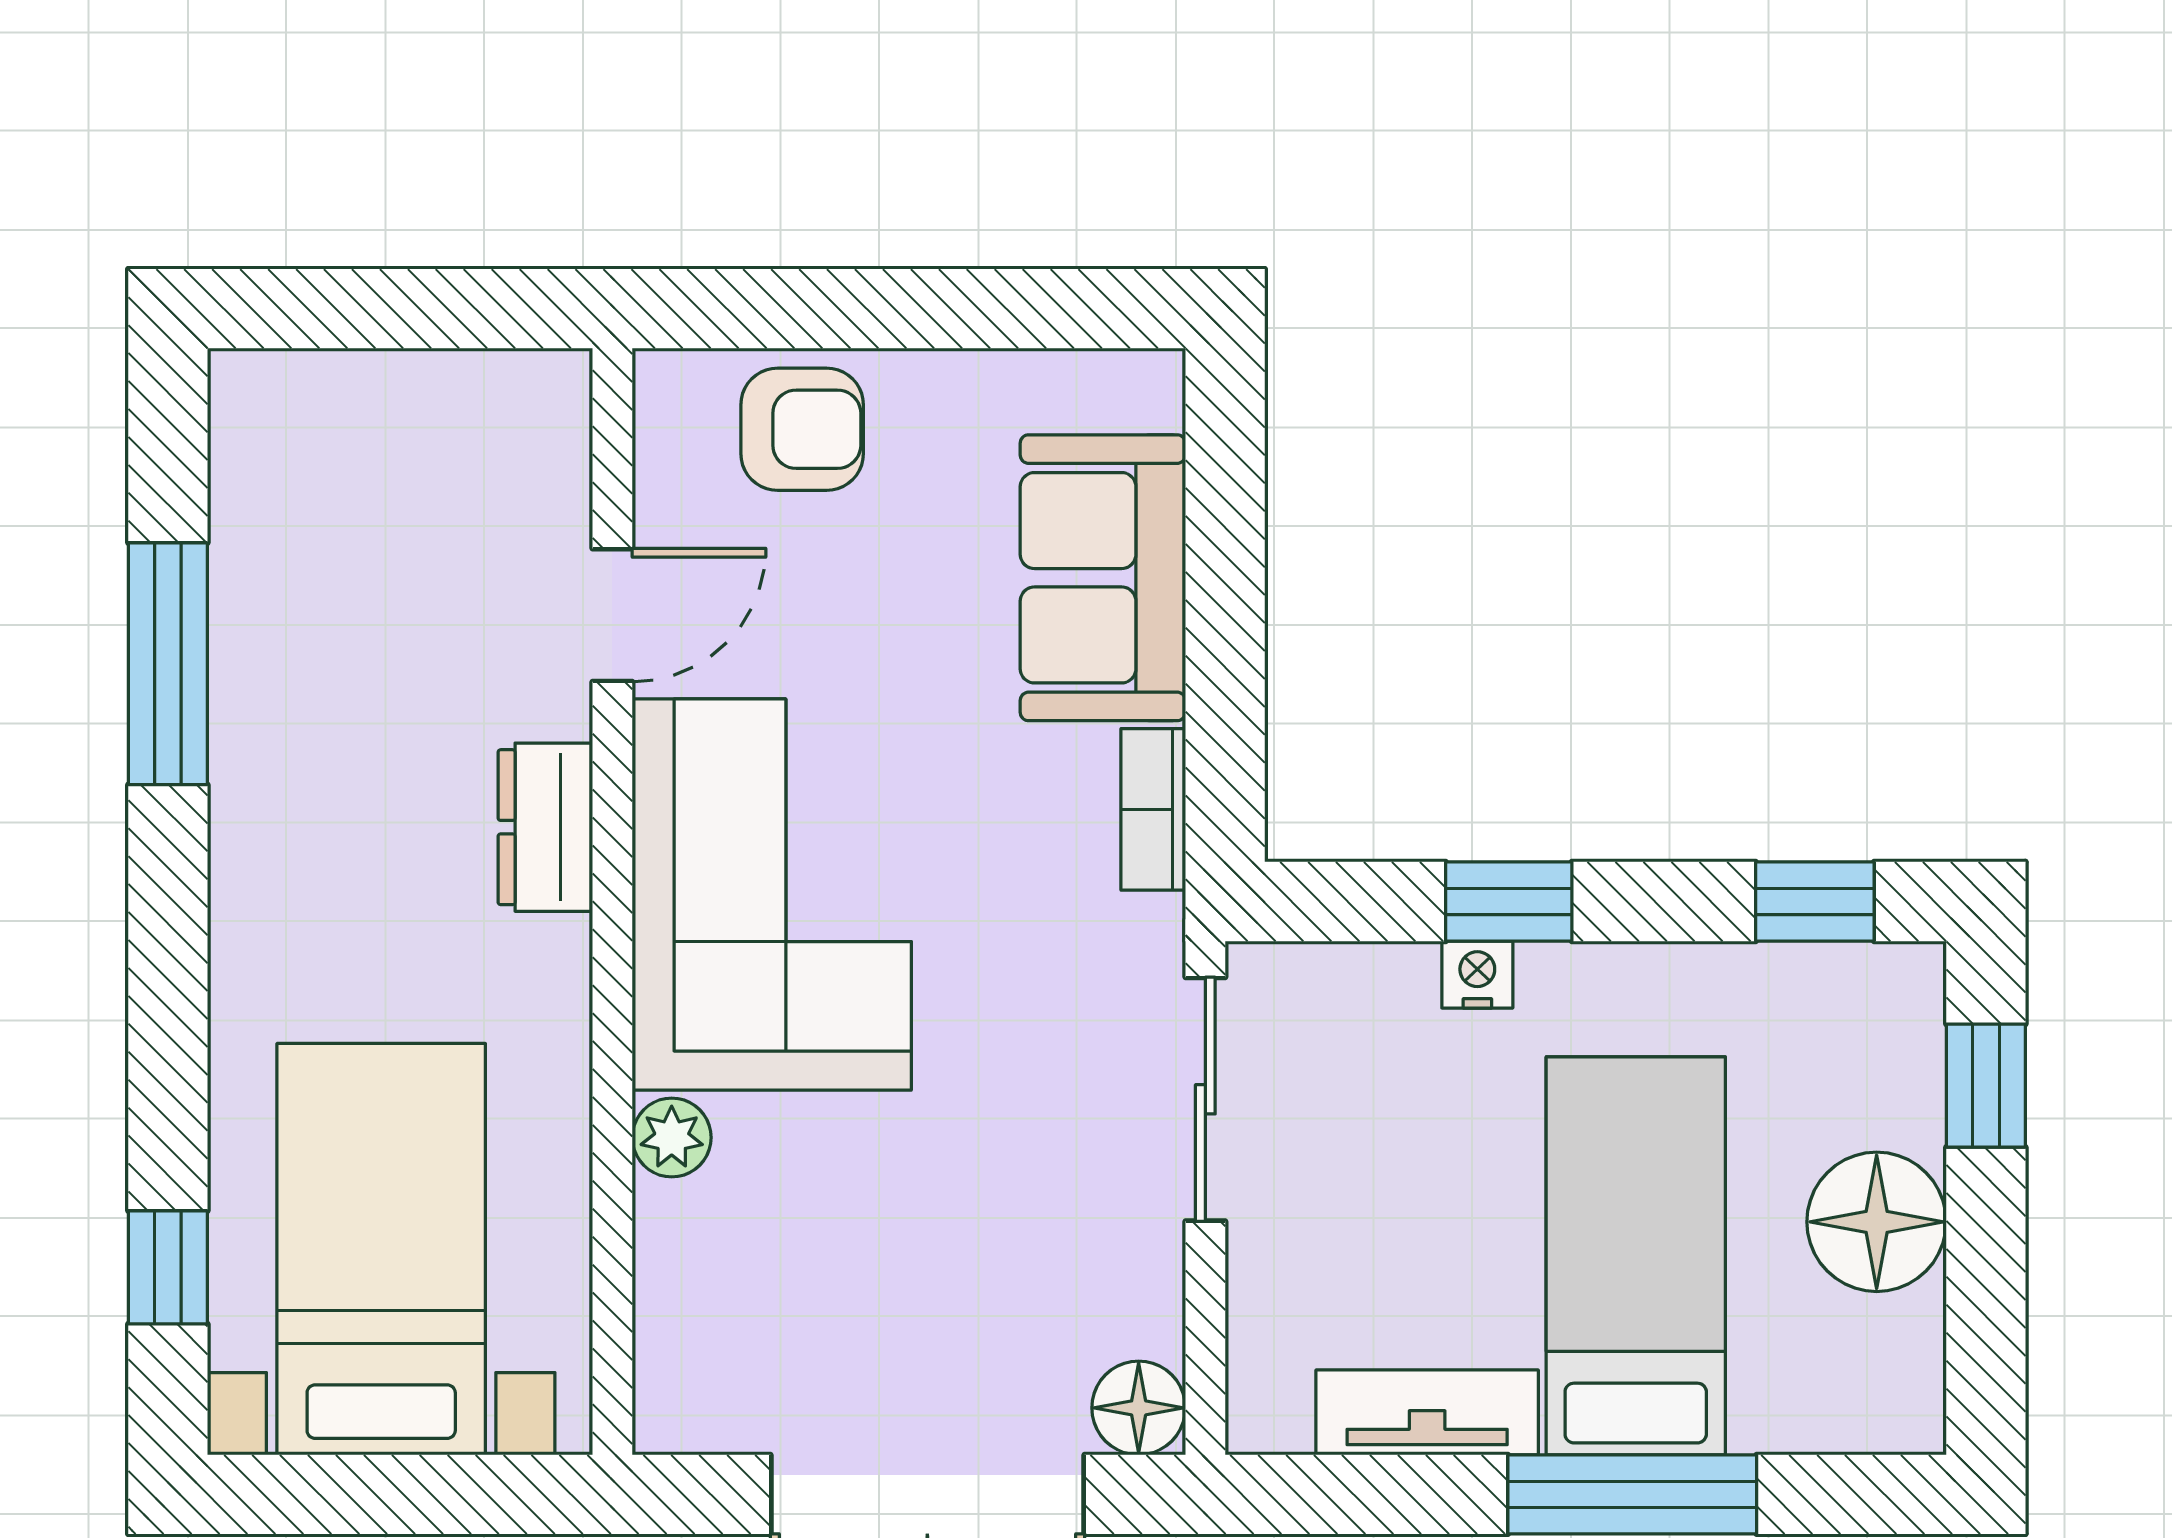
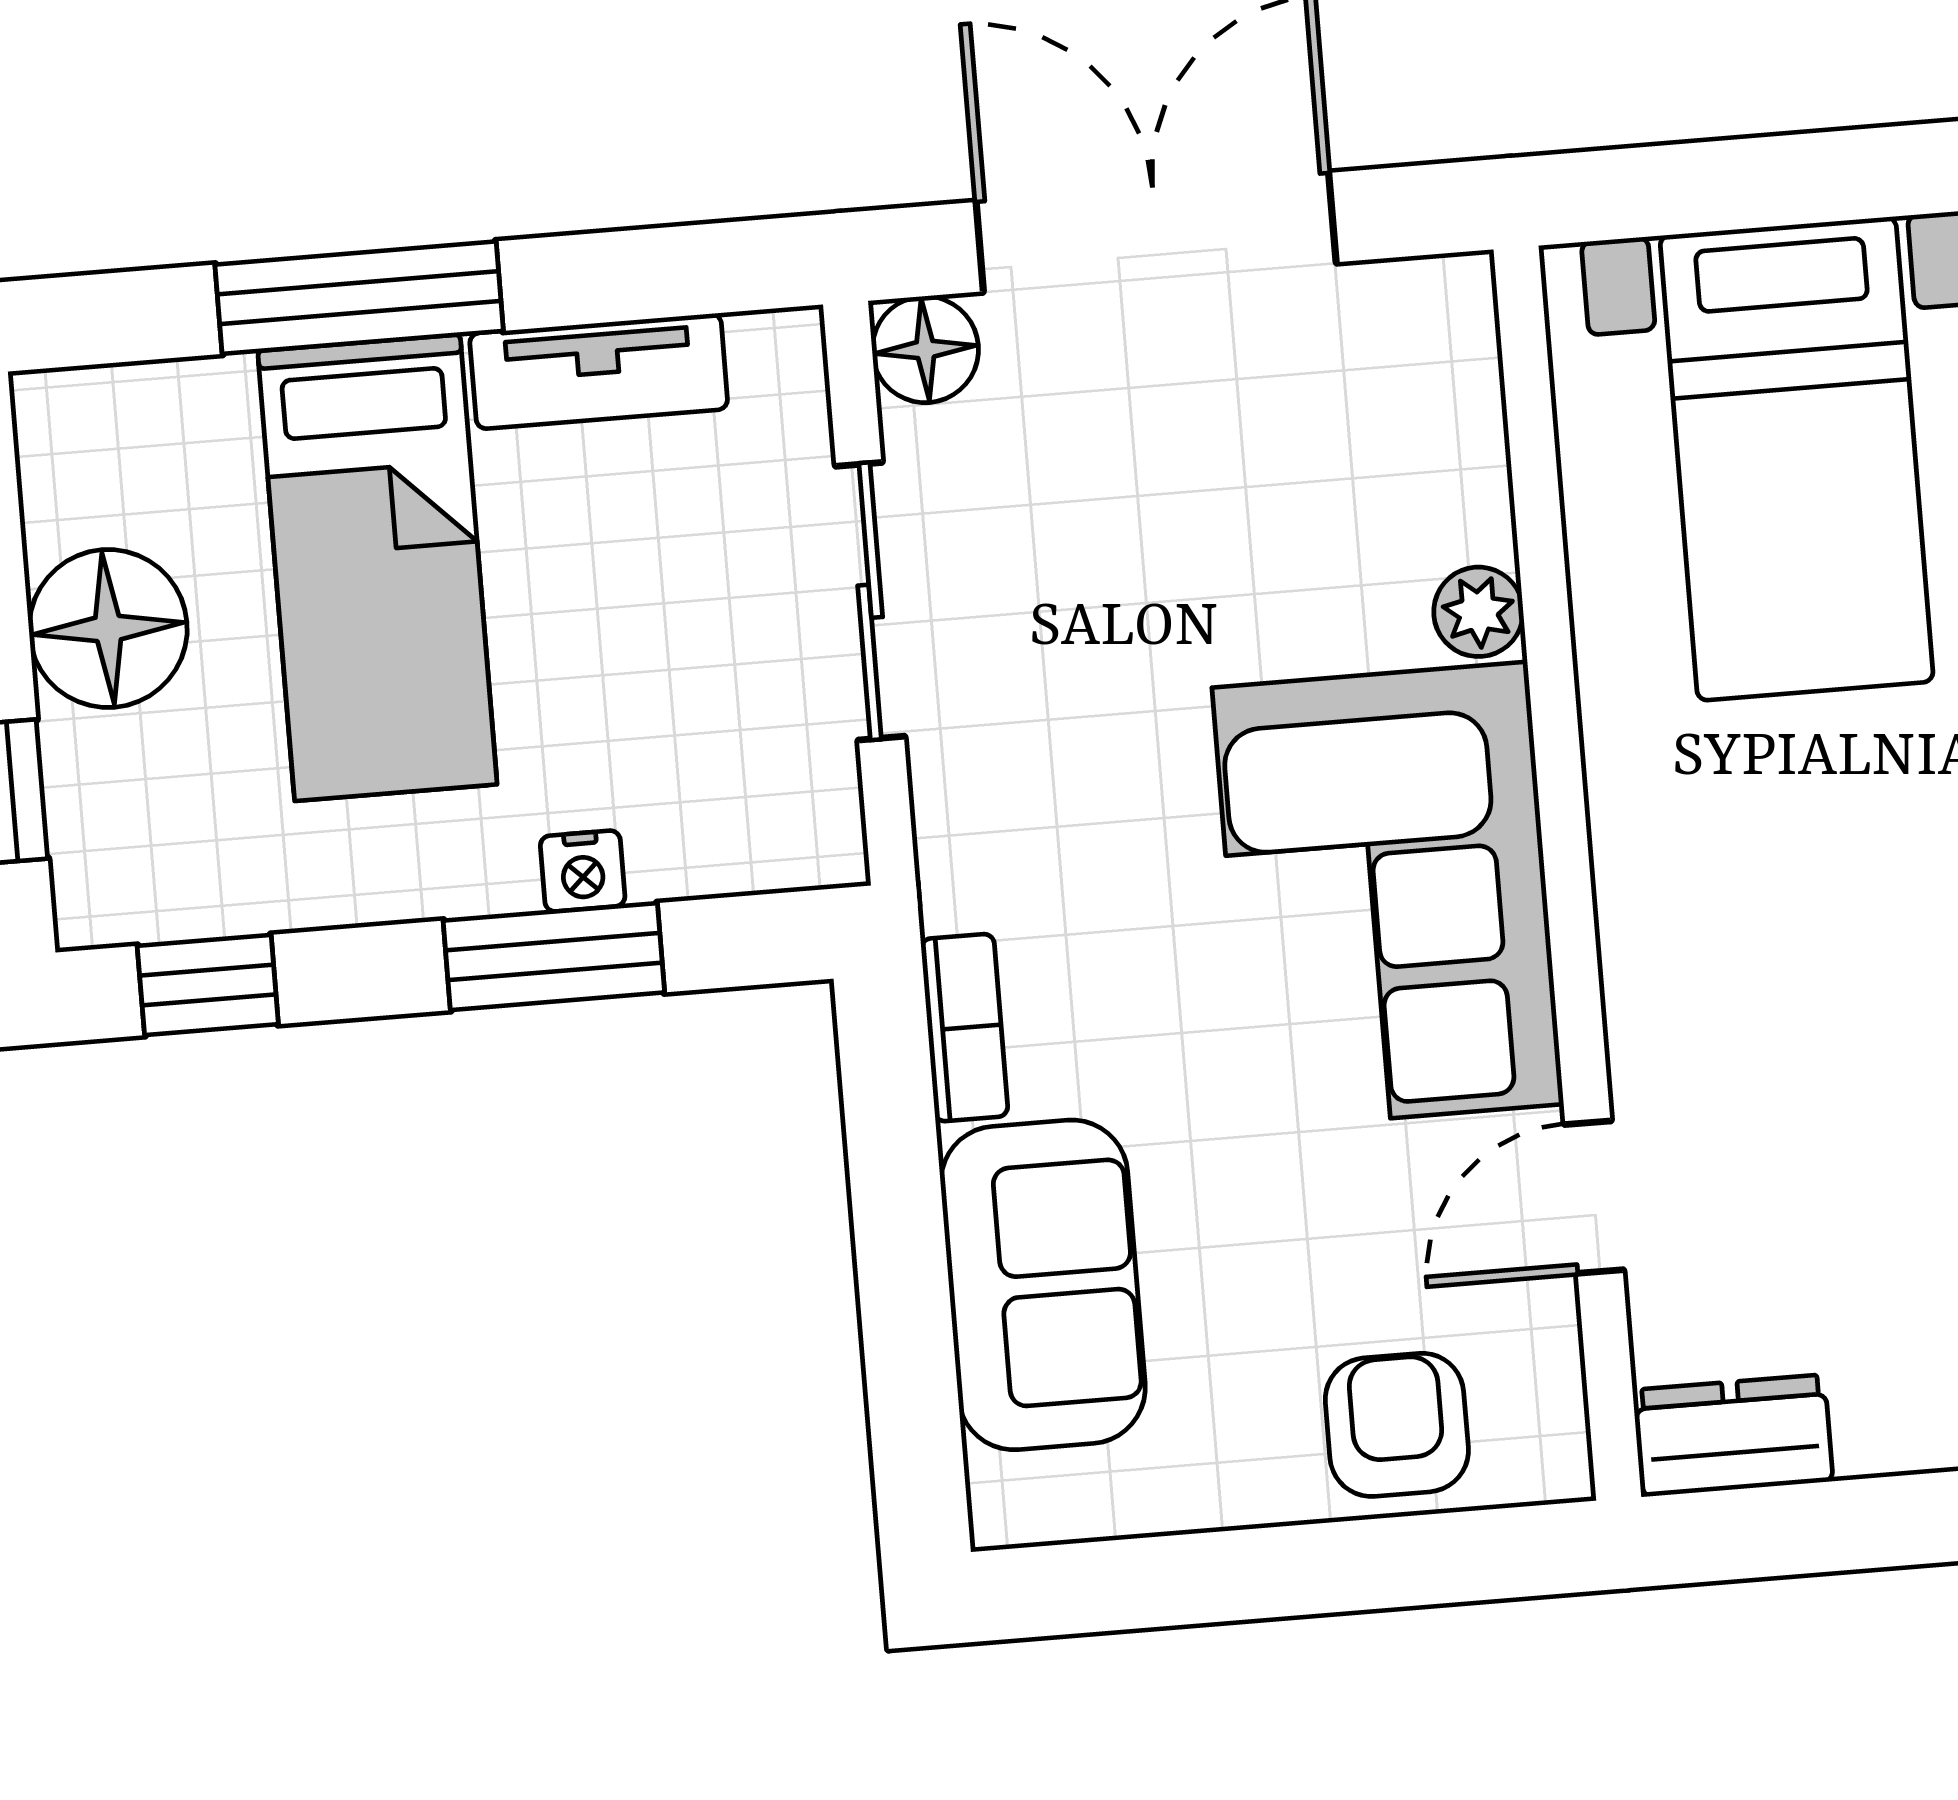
armchair: (802, 429) -> (1397, 1425), turned 90
dresser: (545, 827) -> (1734, 1436), moved, turned -90
window: (1509, 902) -> (554, 957), width x1.50
sliding door: (1205, 1099) -> (870, 601), moved

